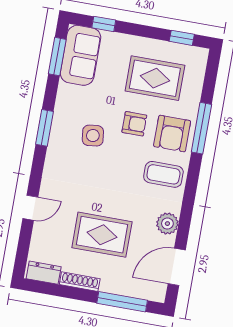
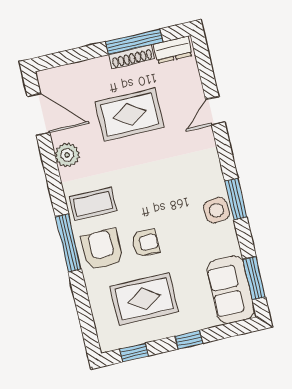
window: (104, 24) -> (189, 340), moved
armchair: (134, 124) -> (145, 243), turned 180
window: (201, 128) -> (68, 243), moved
side table: (93, 136) -> (216, 210), moved
door: (177, 267) -> (38, 114), hinge flipped
window: (122, 302) -> (134, 42), moved

